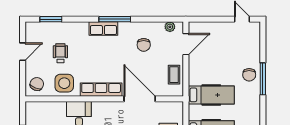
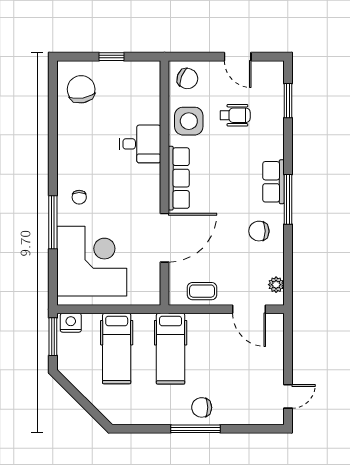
chair: (144, 45) -> (259, 231), moved

